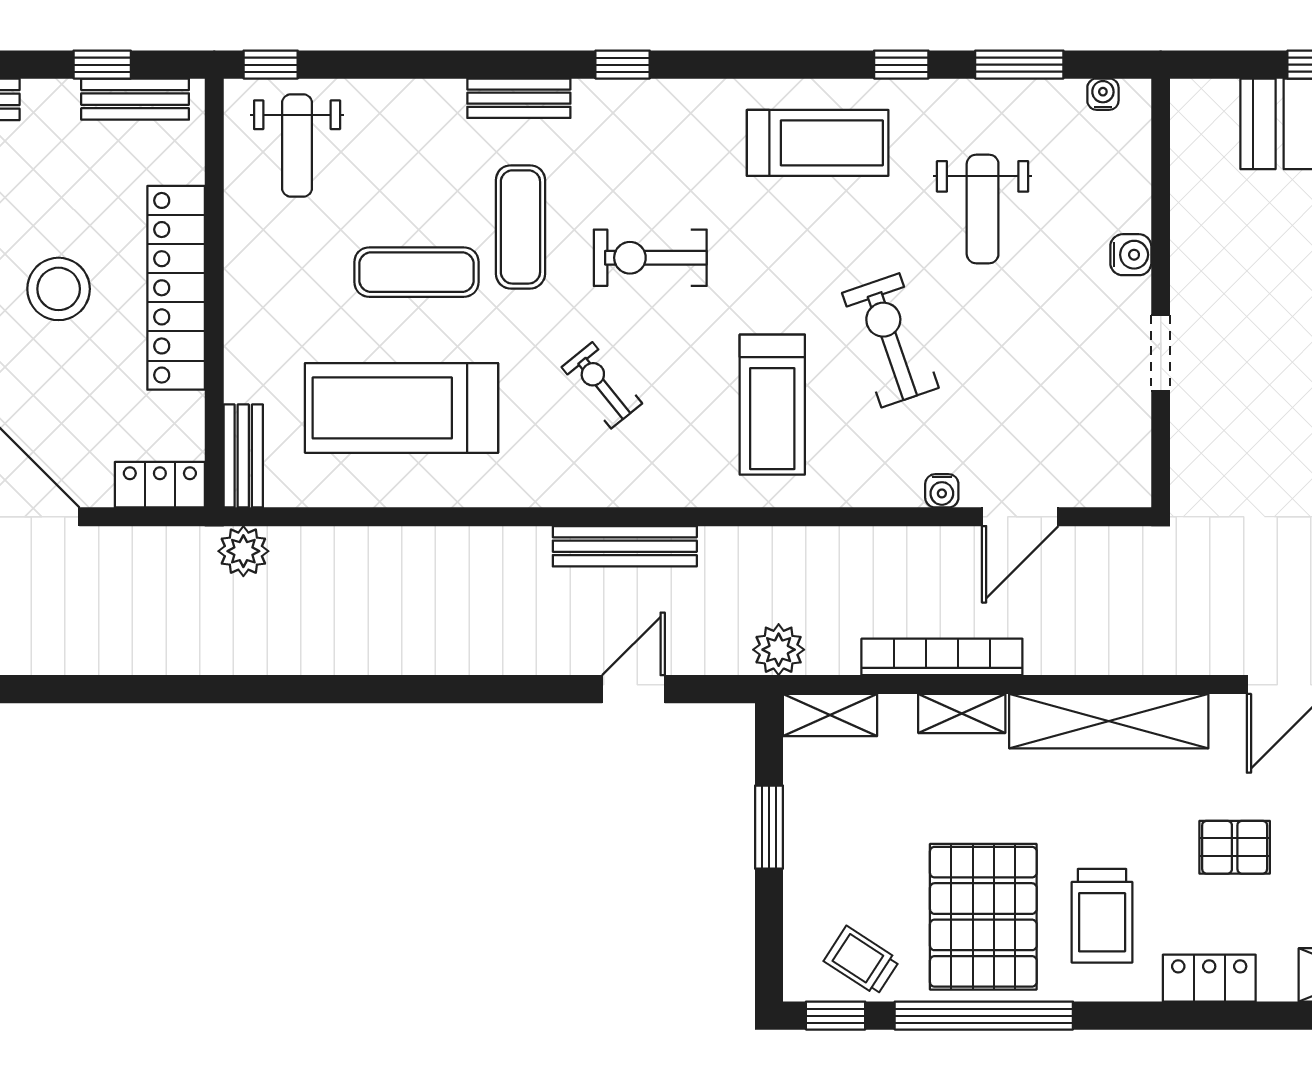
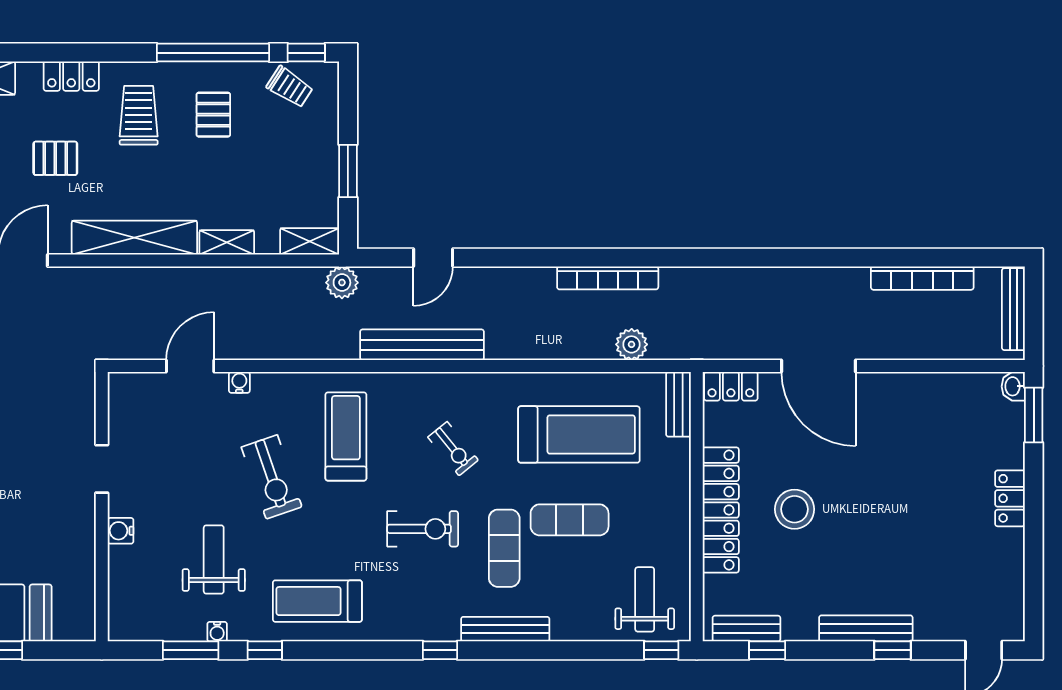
water cooler: (1103, 94) -> (217, 632), moved
bench: (519, 98) -> (505, 629), width x1.36
bench: (625, 546) -> (422, 345), width x1.37, depth x1.21
plant: (243, 551) -> (632, 344), moved
bookcase: (942, 657) -> (608, 278), moved
pallet: (983, 917) -> (213, 115), width x0.49, depth x0.50

